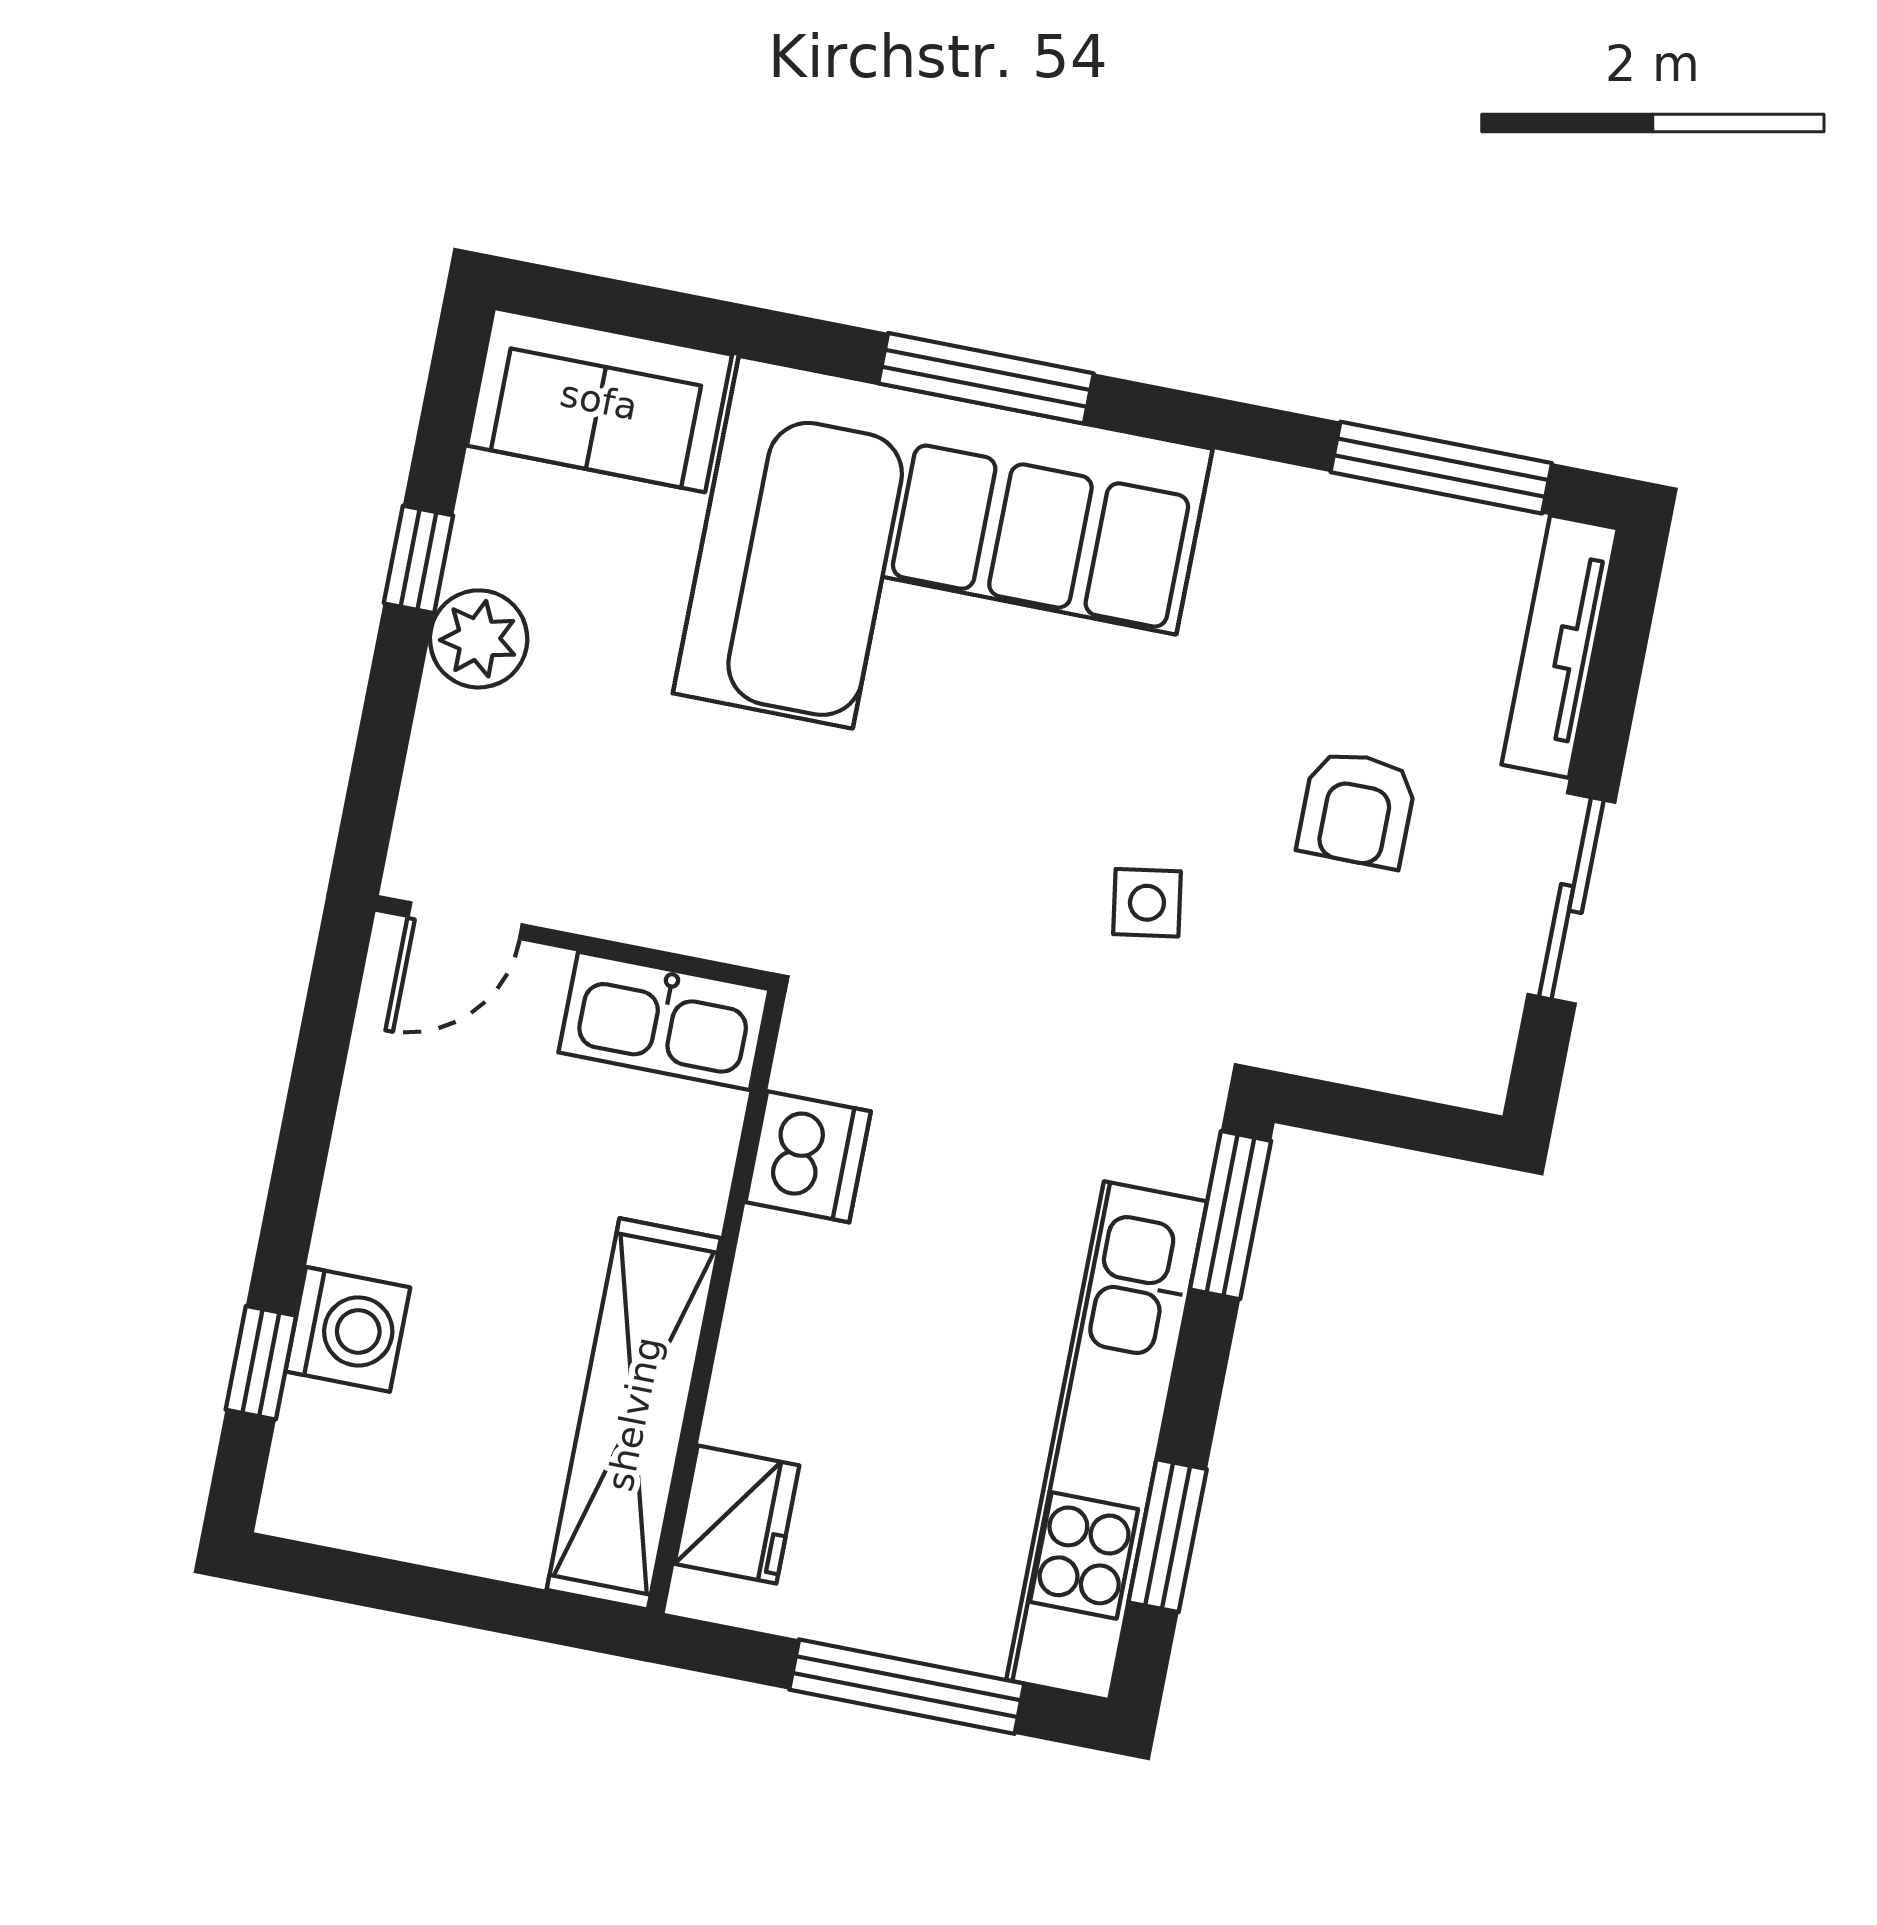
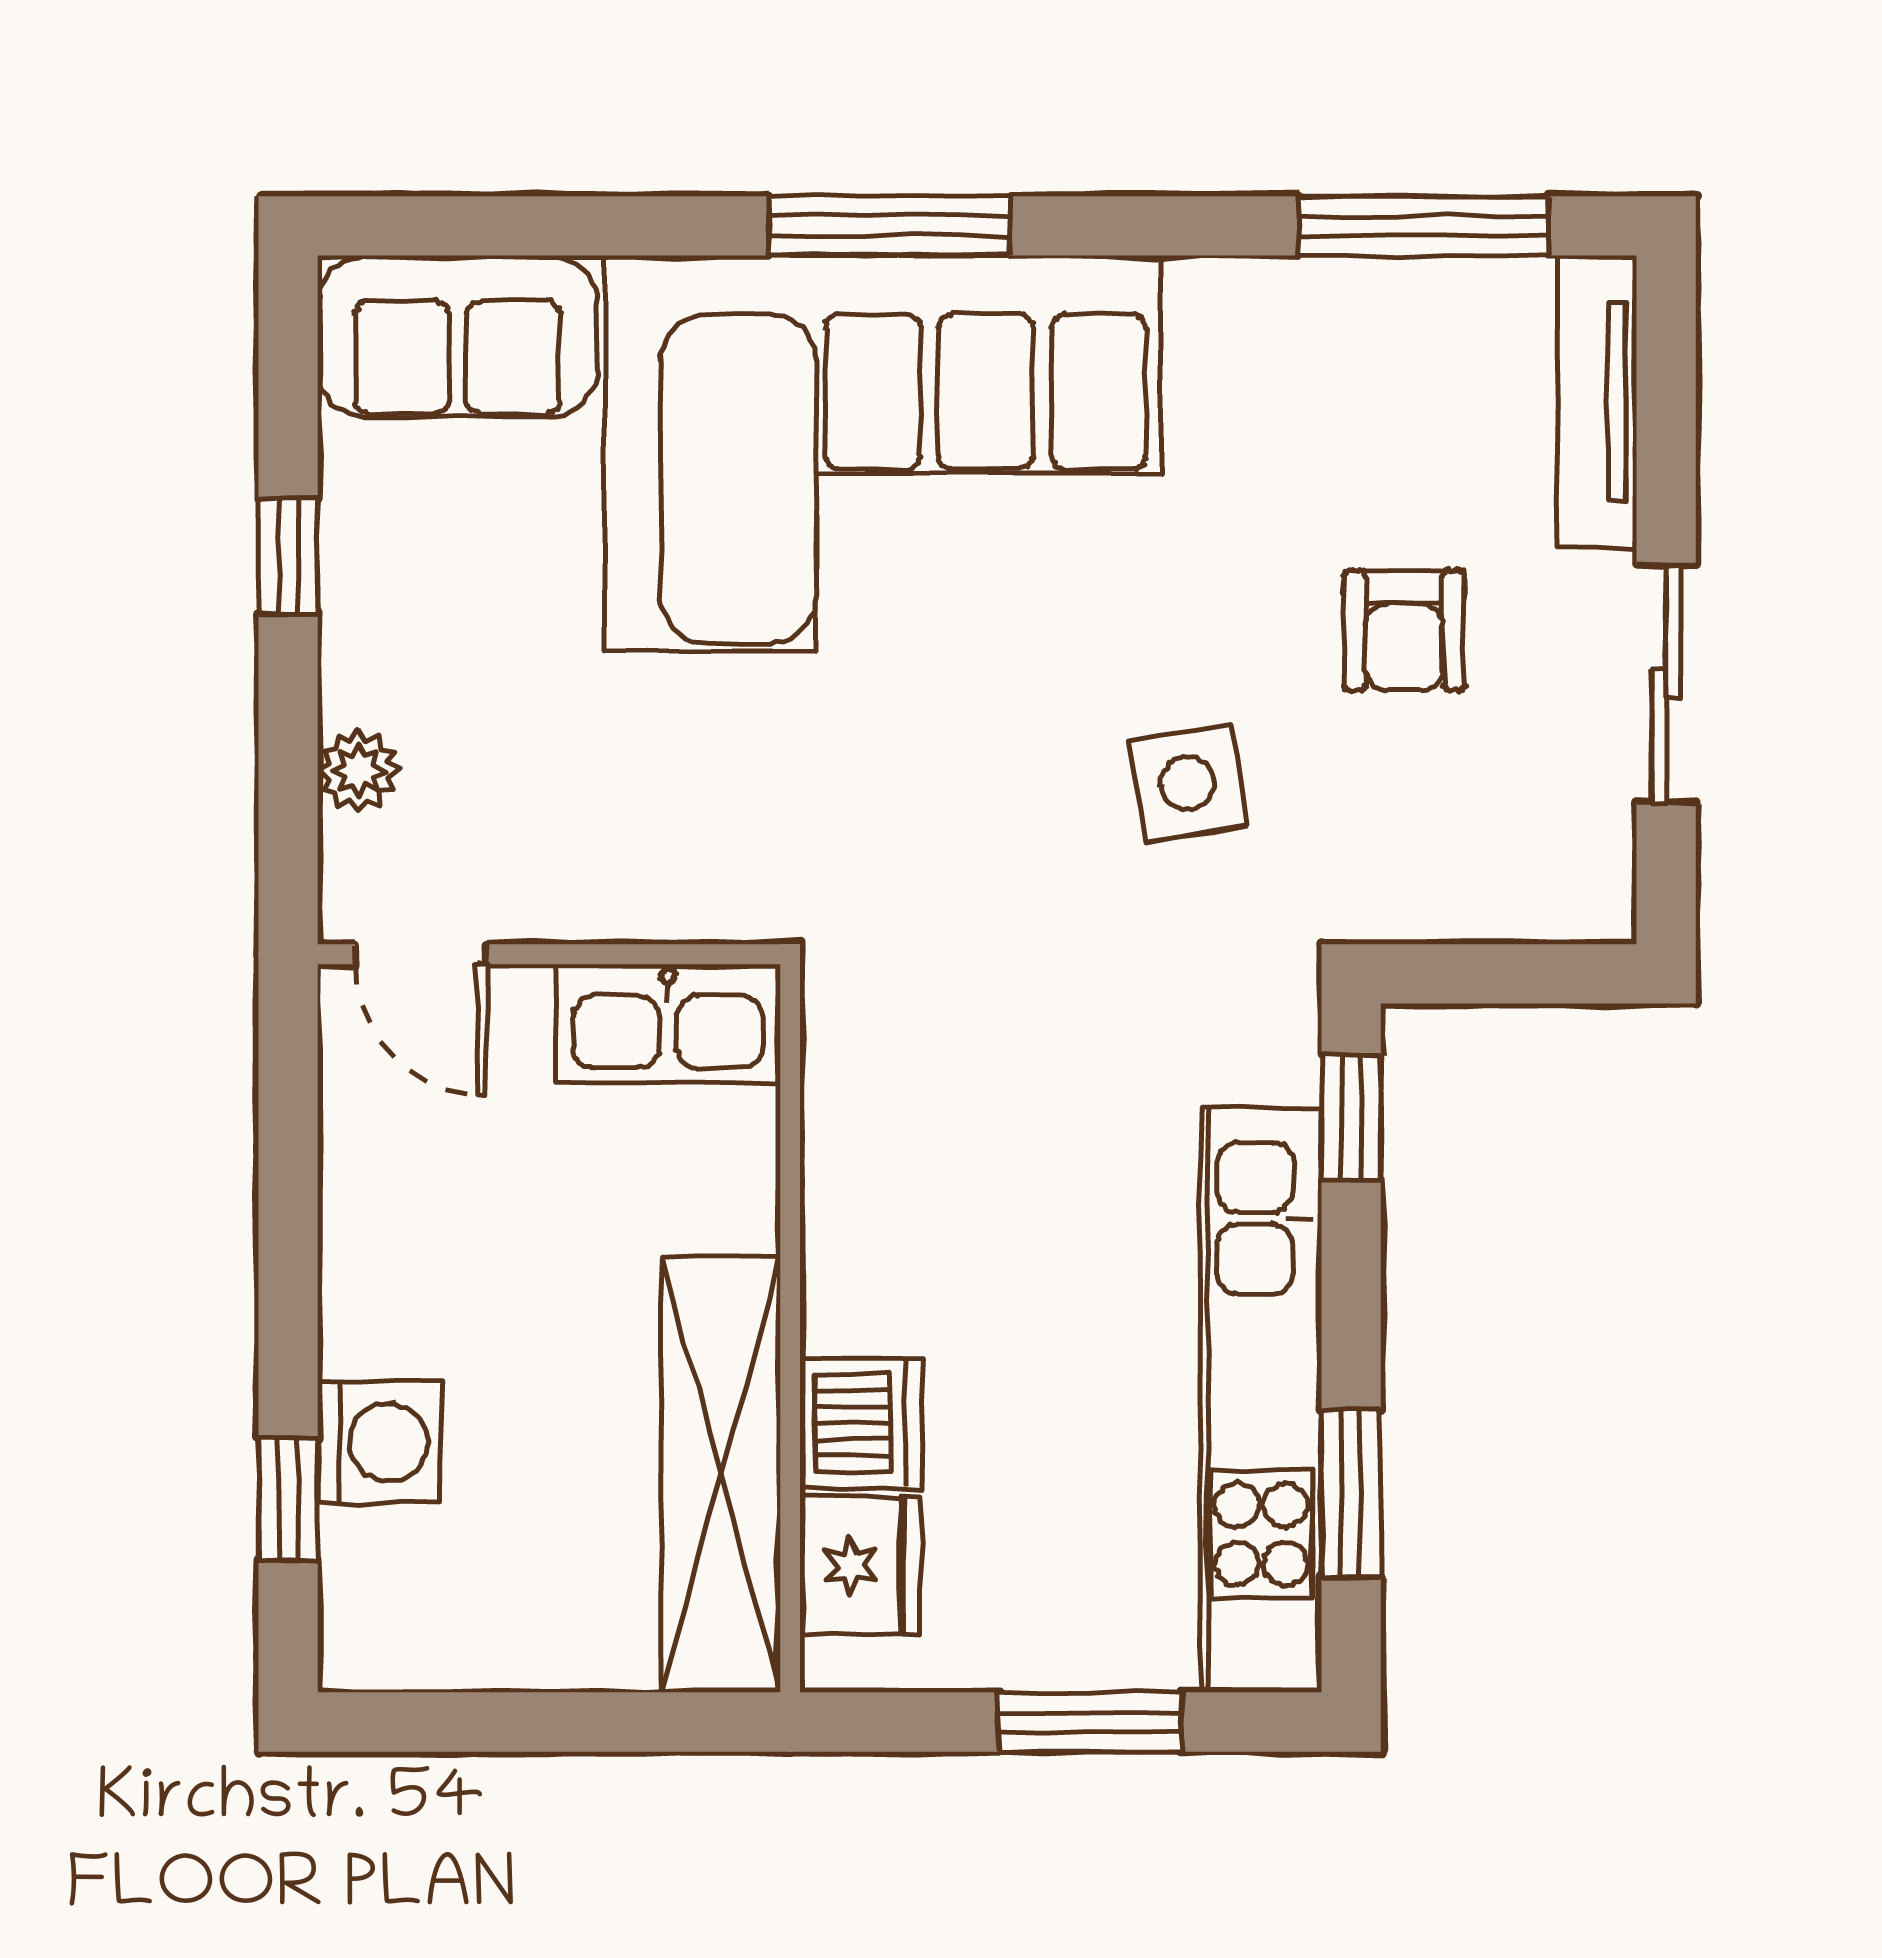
plant: (479, 639) -> (358, 771), moved, width x0.73, depth x0.73
side table: (1147, 903) -> (1188, 783), width x1.37, depth x1.37
door: (465, 921) -> (421, 954), hinge flipped
dishwasher: (808, 1157) -> (861, 1423), moved
window: (1230, 1215) -> (1351, 1117), width x0.67
window: (907, 1687) -> (1090, 1722), width x0.69

